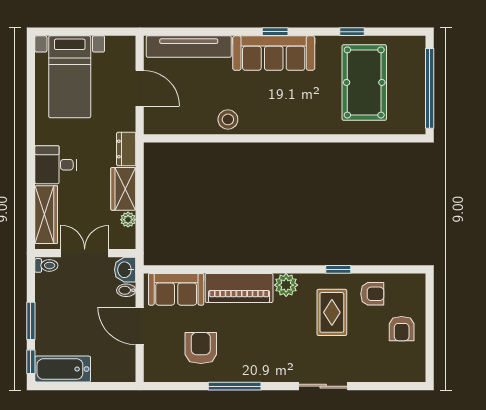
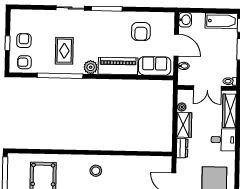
stool: (228, 119) -> (96, 171), moved
window: (338, 269) -> (60, 76), width x3.17
washbasin: (125, 270) -> (185, 20), moved
armchair: (372, 294) -> (24, 62), moved
window: (430, 324) -> (8, 43), added
window: (235, 386) -> (107, 9), moved

